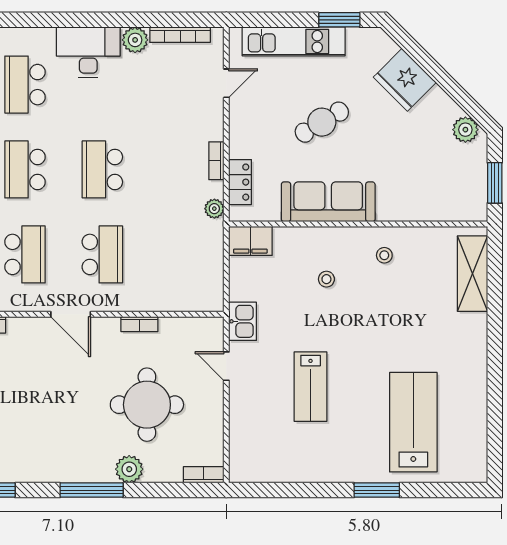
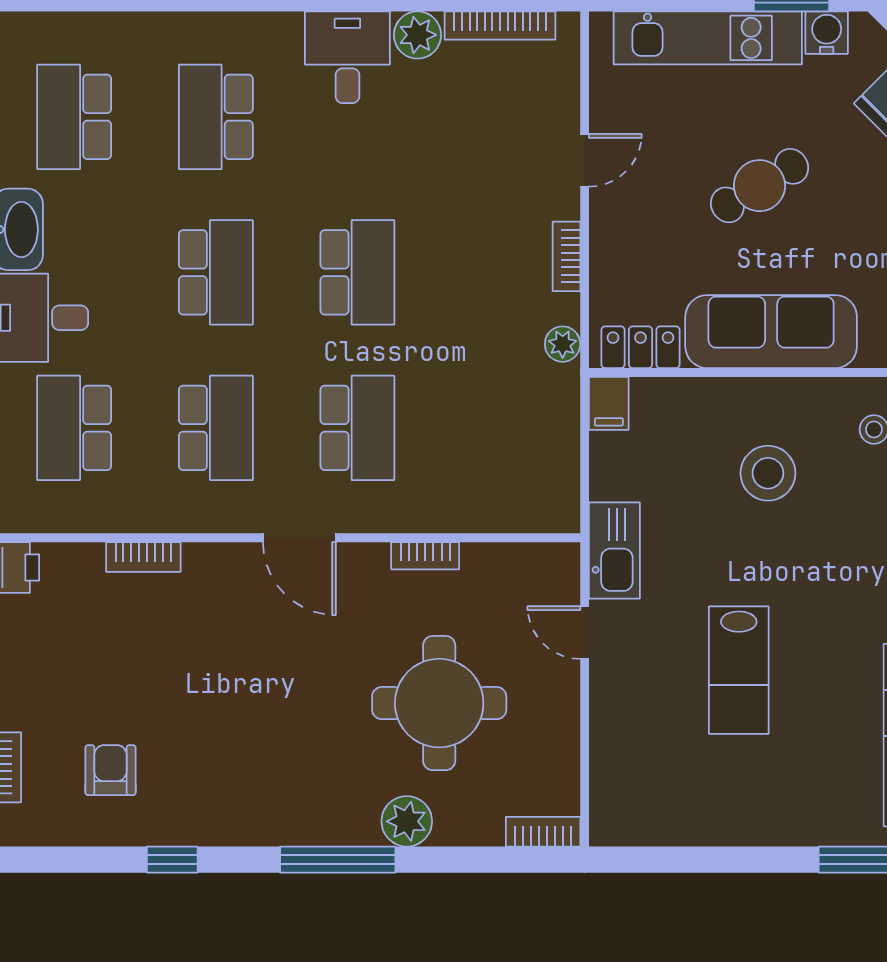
water cooler: (358, 39) -> (827, 33), added
desk: (88, 52) -> (347, 57), width x0.73
door: (226, 83) -> (585, 160), moved
school desk: (25, 169) -> (216, 272), turned 180
school desk: (102, 169) -> (357, 272), turned 180
locker: (240, 182) -> (640, 347), moved, turned -90
filing cabinet: (250, 241) -> (609, 403), width x0.50
stool: (326, 279) -> (768, 473), width x1.89, depth x1.89
kitchen sink: (243, 321) -> (614, 550), width x1.38

